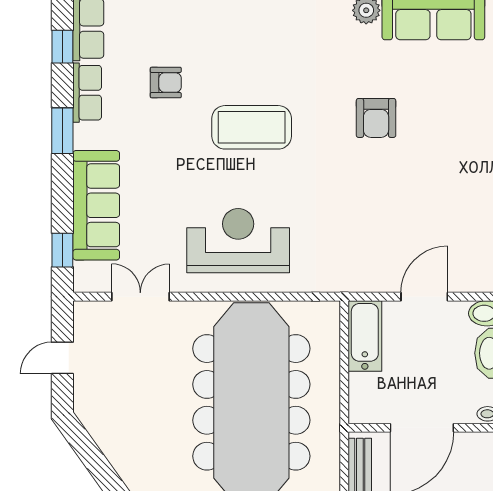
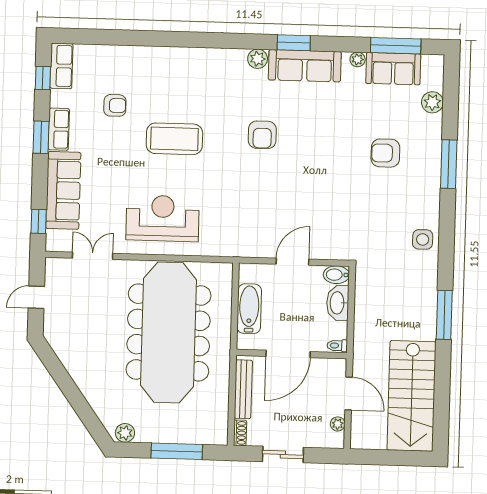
row of seats: (87, 93) -> (59, 129), moved
bathtub: (365, 336) -> (249, 309), moved

